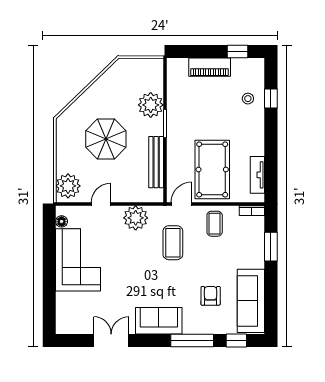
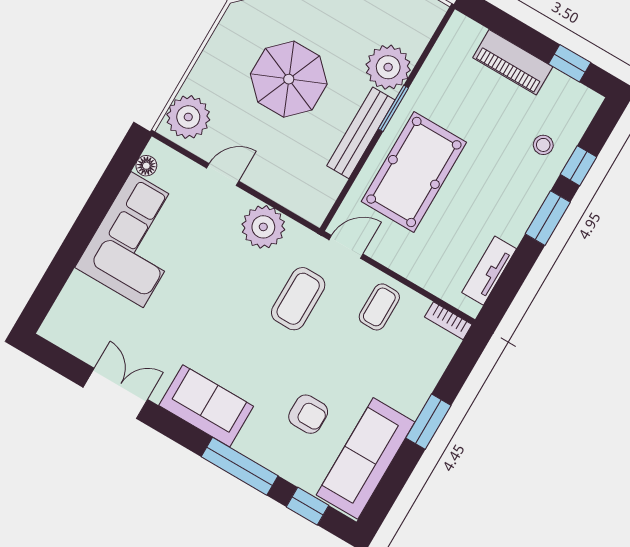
window: (271, 133) -> (548, 218), added
bench: (156, 162) -> (361, 133), moved
pool table: (212, 169) -> (414, 172), moved
window: (271, 247) -> (428, 422), moved
armchair: (211, 296) -> (308, 414), turned 90

